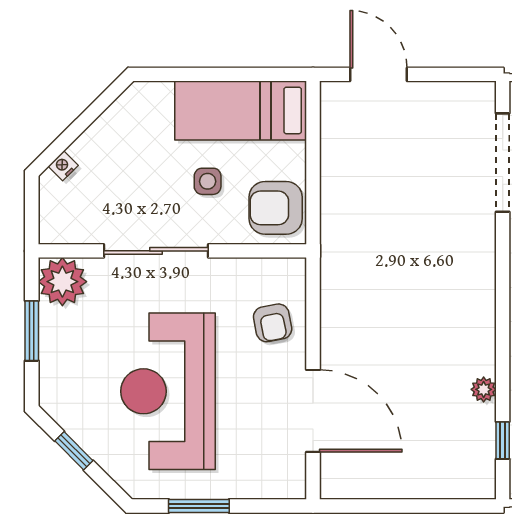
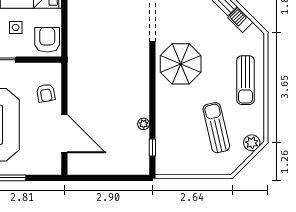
armchair: (276, 208) -> (47, 40), turned 90

